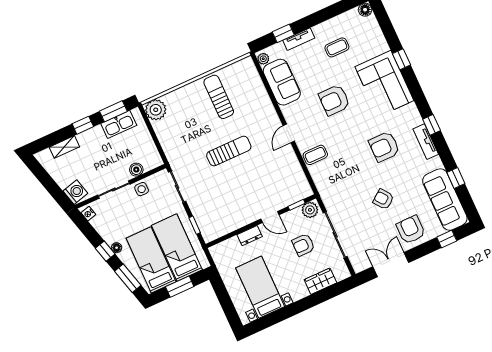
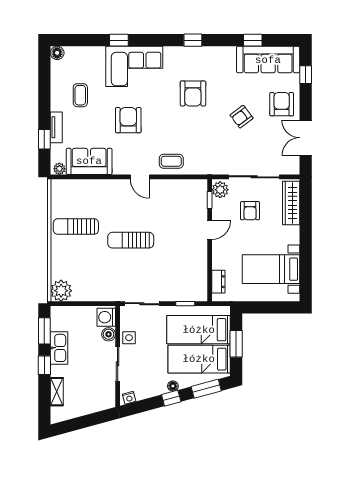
armchair: (334, 100) -> (128, 120), turned 180
kitchen sink: (119, 124) -> (59, 348), moved
tv unit: (426, 142) -> (206, 53), removed
sun lounger: (229, 151) -> (131, 240), turned -90
coffee table: (315, 155) -> (171, 161), turned 90
washing machine: (75, 192) -> (106, 317), moved, turned -75
armchair: (411, 230) -> (282, 104), turned 90
dresser: (250, 236) -> (218, 282), moved
wardrobe: (320, 281) -> (291, 203), width x1.50

